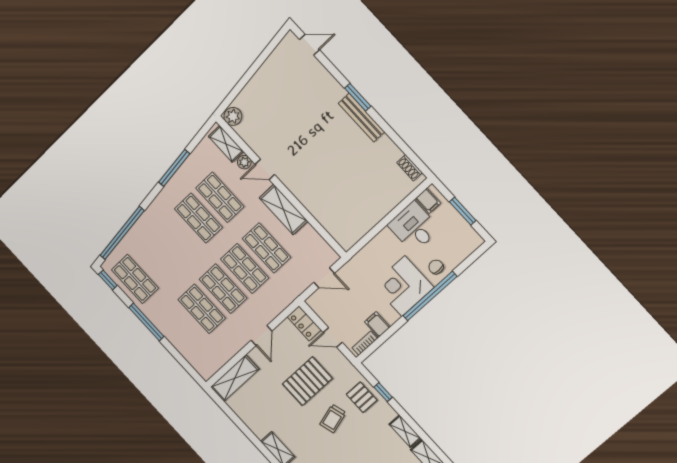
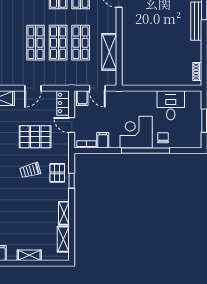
filing cabinet: (428, 201) -> (82, 98), moved
shelving: (283, 210) -> (109, 52), moved
shop shelf: (202, 309) -> (13, 43), removed

